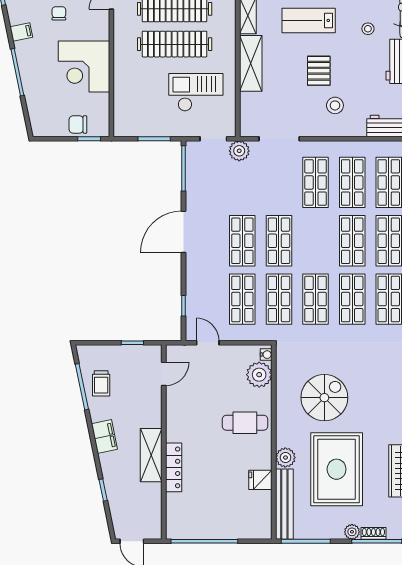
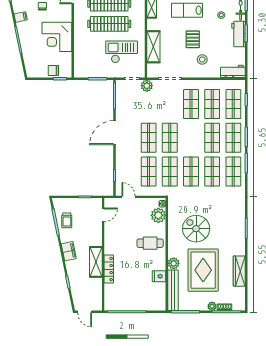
shelving: (251, 63) -> (153, 47), moved
spiral stairs: (324, 398) -> (196, 229), turned -90

